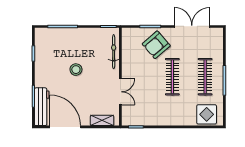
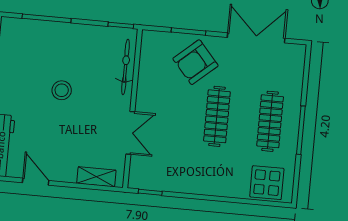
door: (65, 127) -> (36, 182), width x0.53

